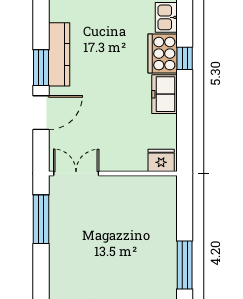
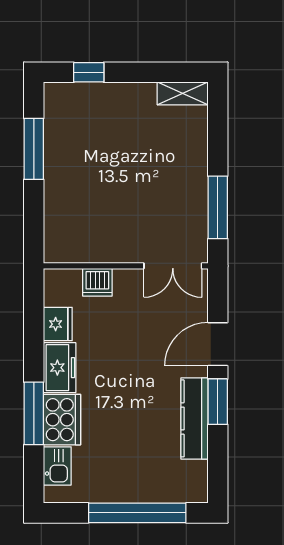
window: (185, 58) -> (34, 413), width x2.17
fridge: (161, 160) -> (58, 324), moved, turned -90
dishwasher: (135, 161) -> (97, 282), added

